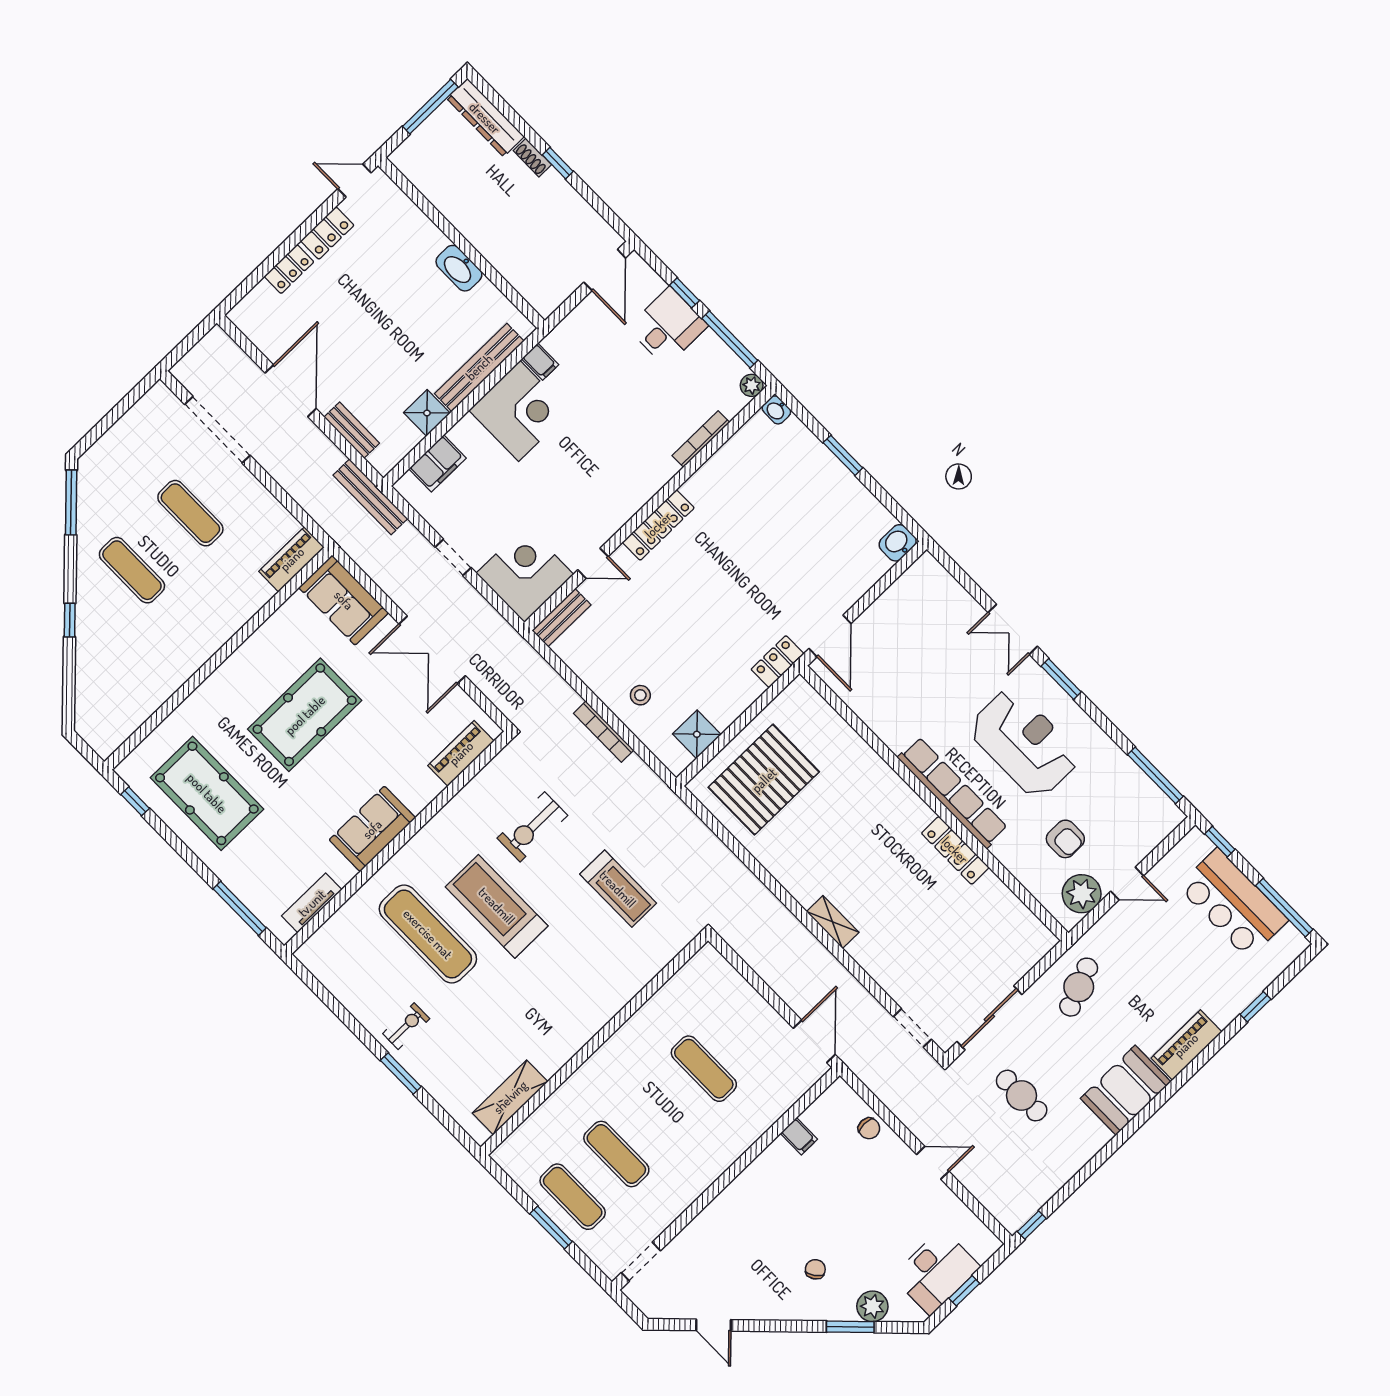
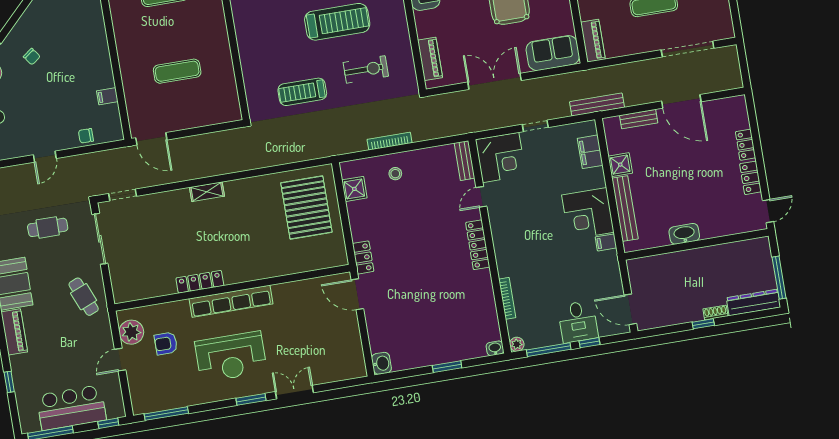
exercise bike: (532, 827) -> (366, 69), turned 90

